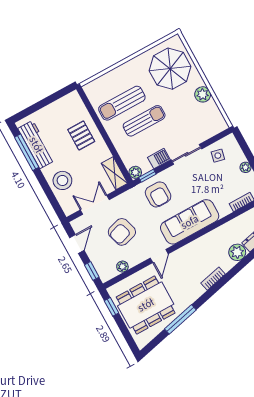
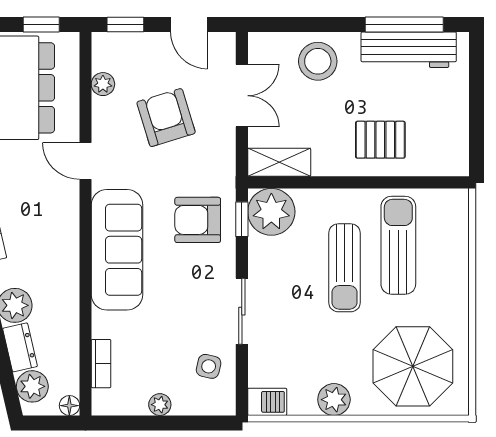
barbecue: (159, 159) -> (267, 402), moved, turned -90
plant: (135, 172) -> (271, 212), width x1.87, depth x1.87

